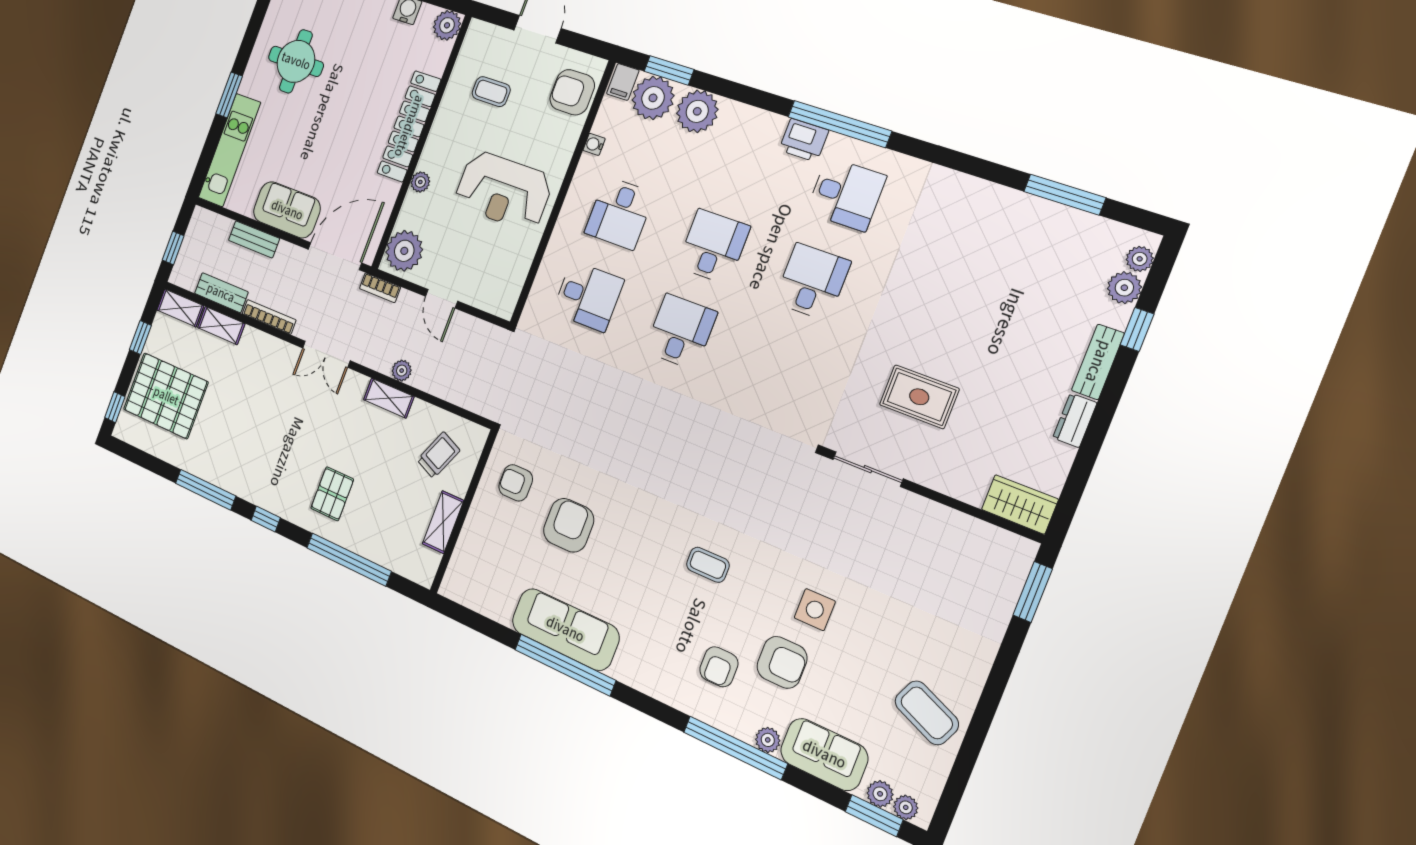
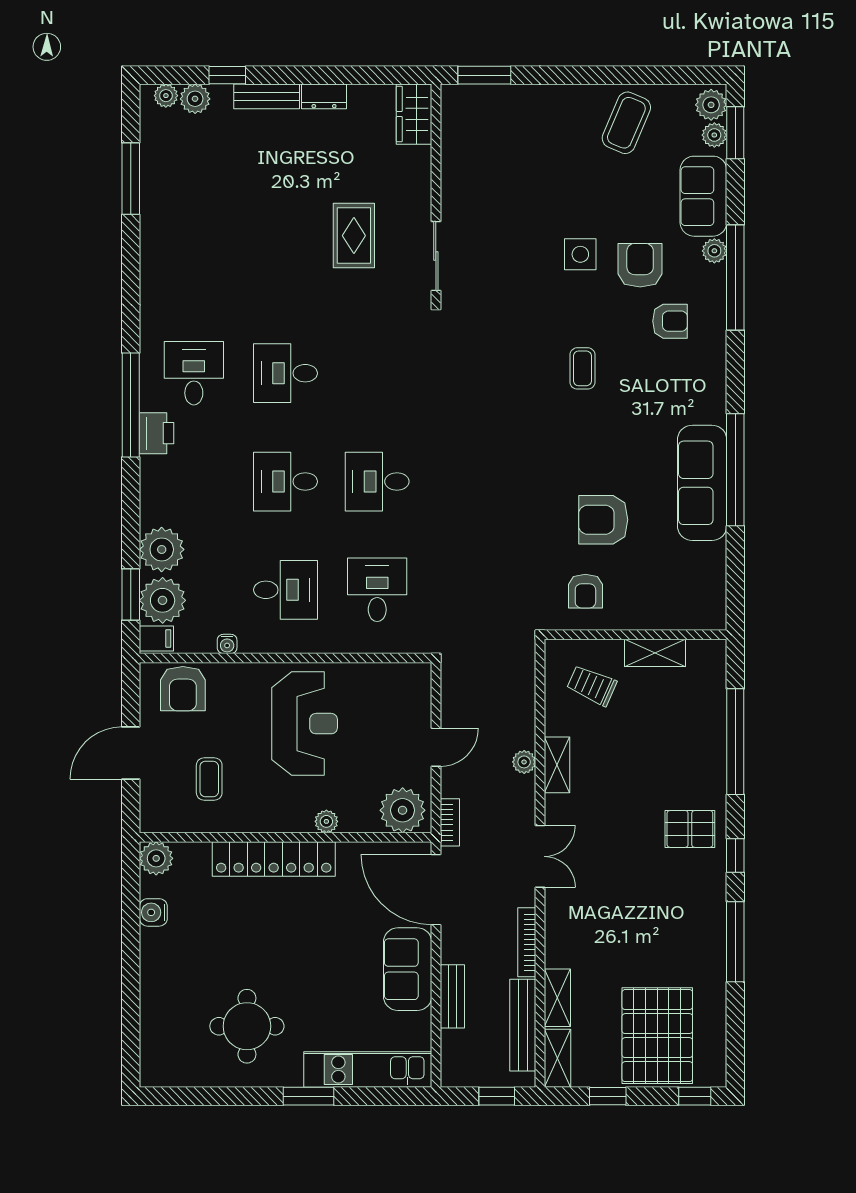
bench: (221, 293) -> (523, 1025), width x1.36
pallet: (332, 494) -> (690, 829), moved
plant: (906, 807) -> (711, 105), width x1.38, depth x1.38

